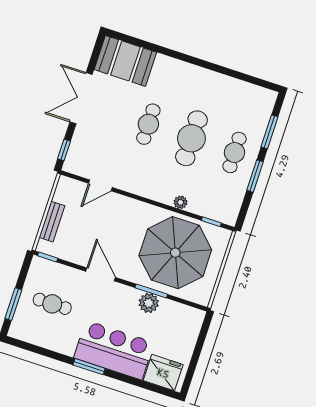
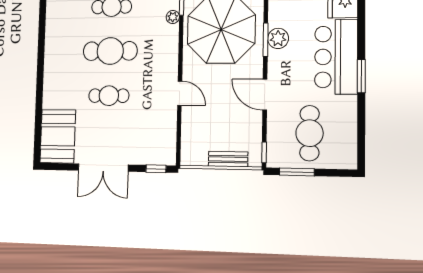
door: (100, 185) -> (180, 93), moved
plant: (180, 202) -> (173, 17), moved
door: (101, 274) -> (265, 95), hinge flipped
window: (13, 304) -> (297, 172), moved
cafe table: (52, 304) -> (310, 133), width x1.37, depth x1.35

